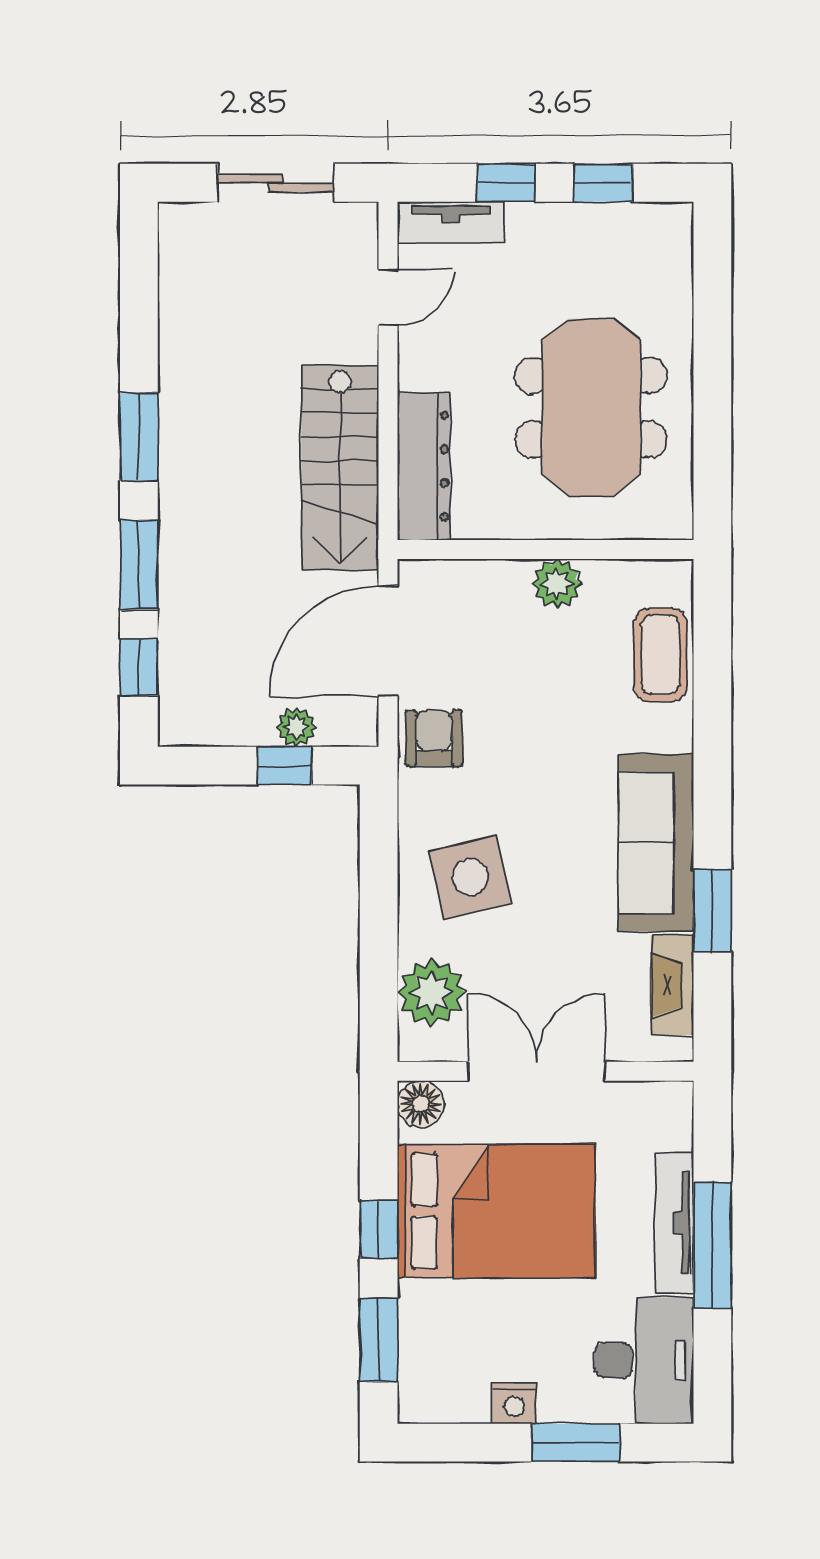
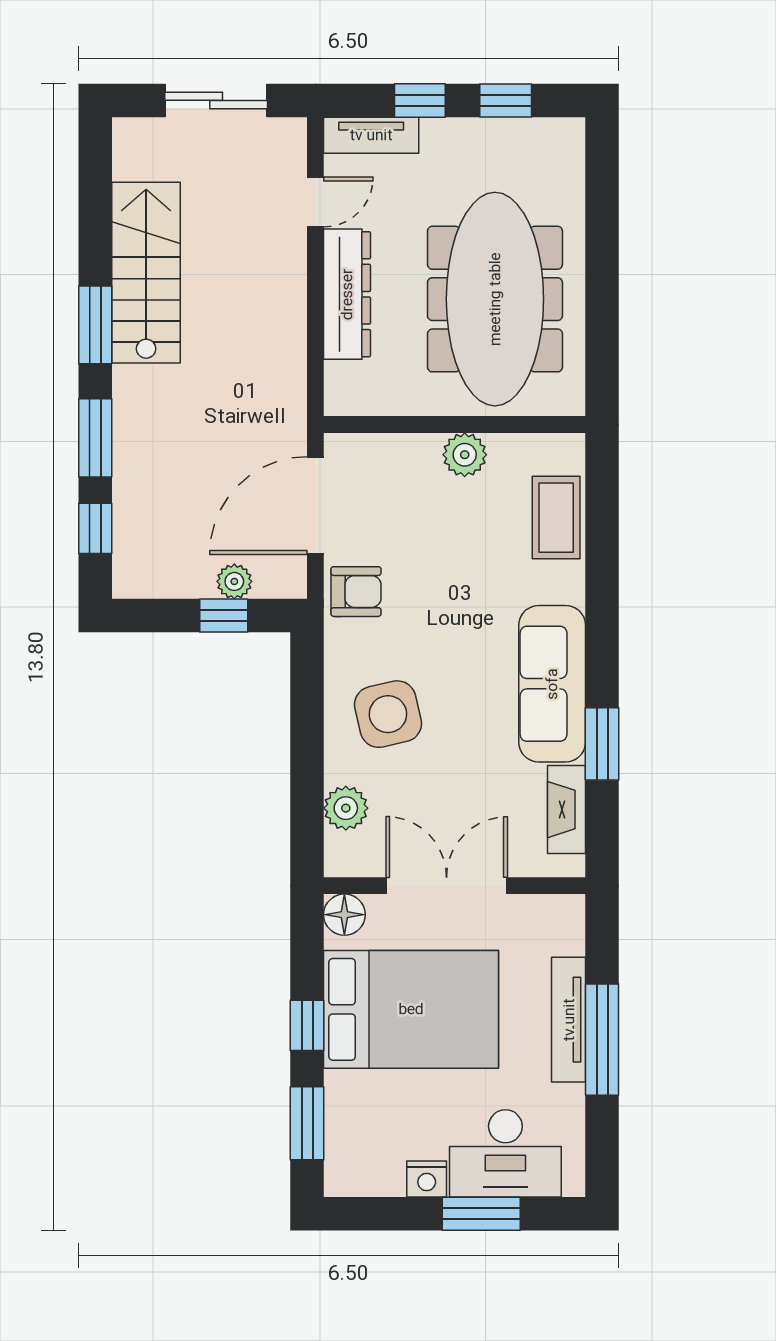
meeting table: (591, 408) -> (495, 299), width x1.36
dresser: (424, 466) -> (347, 294), moved
stairs: (340, 468) -> (146, 273), moved, turned 180
armchair: (434, 738) -> (356, 592), turned 90
plant: (432, 993) -> (346, 808), width x0.73, depth x0.73
desk: (644, 1360) -> (505, 1153), moved, turned 90

